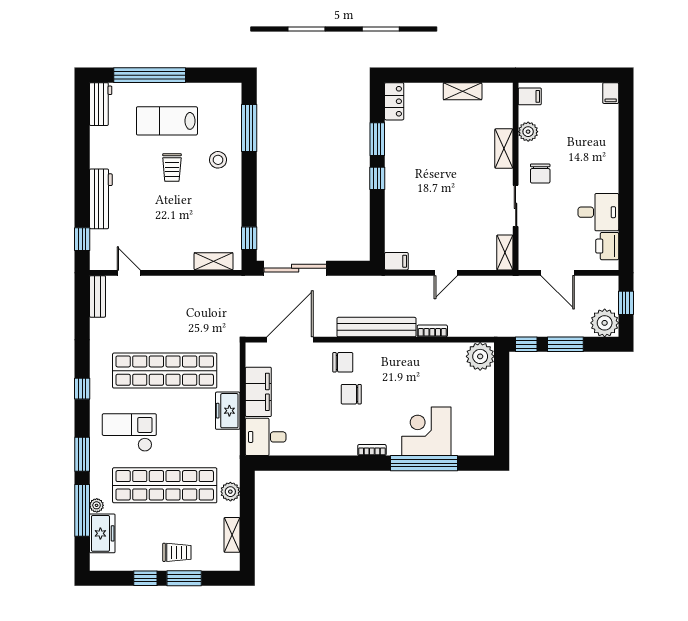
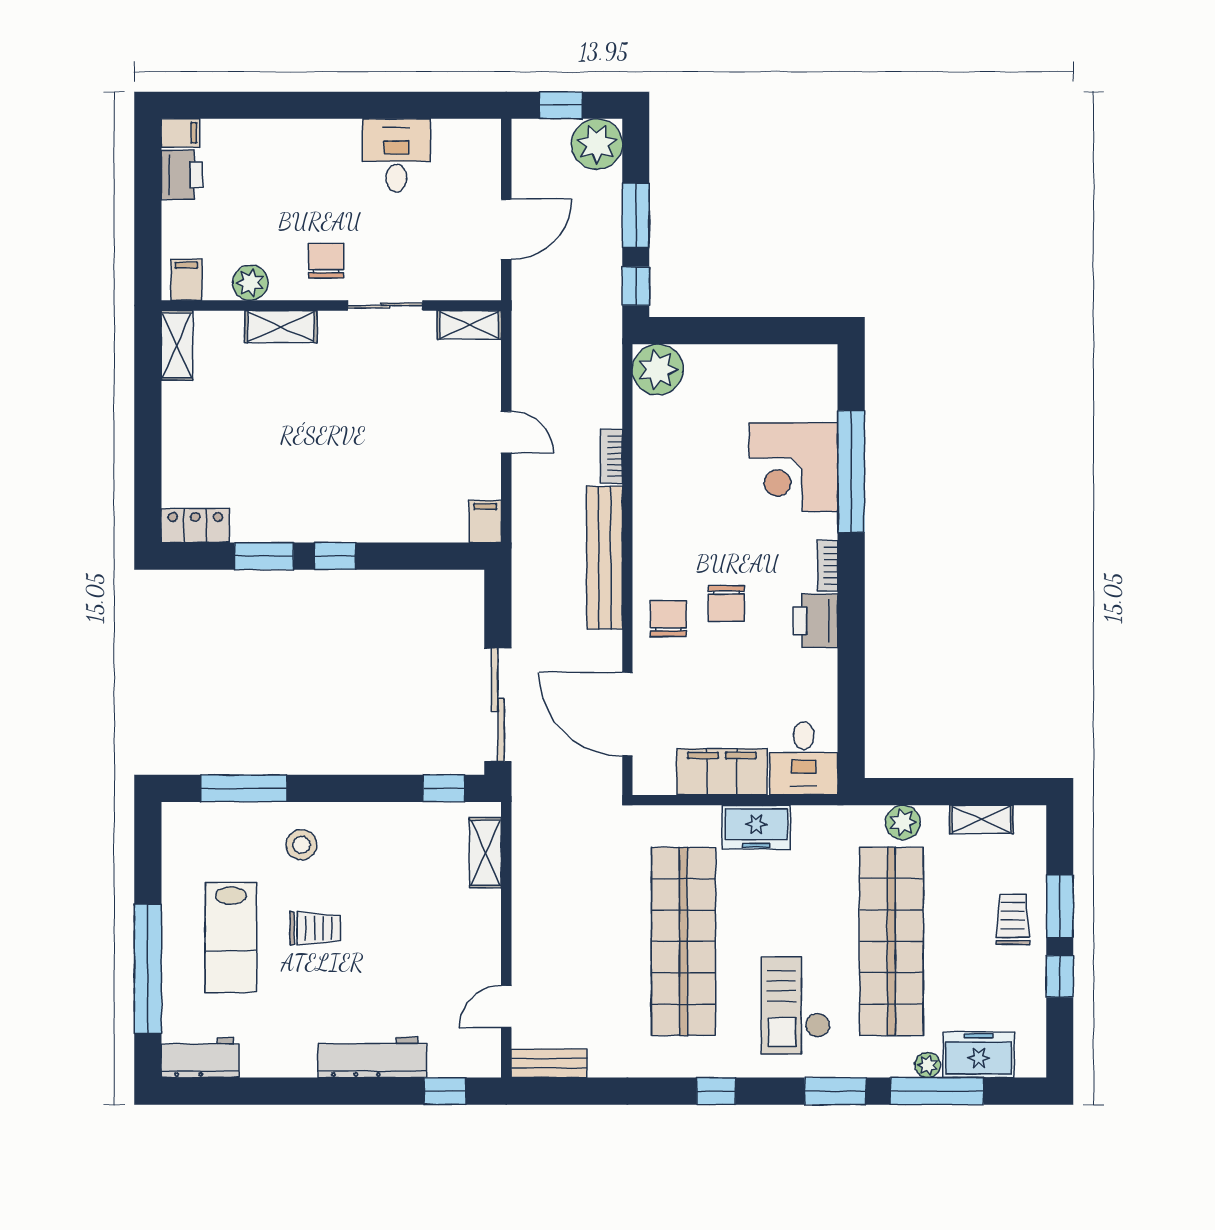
shelving: (463, 91) -> (177, 345), moved
chair: (540, 173) -> (326, 261), turned -90
printer: (607, 246) -> (182, 175), moved, turned -90
printer: (342, 443) -> (815, 621), added

